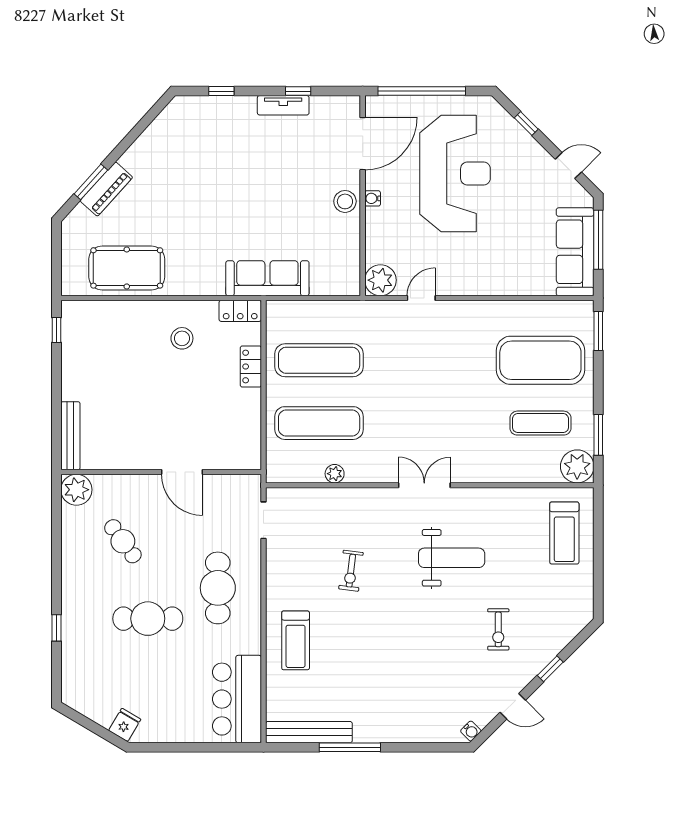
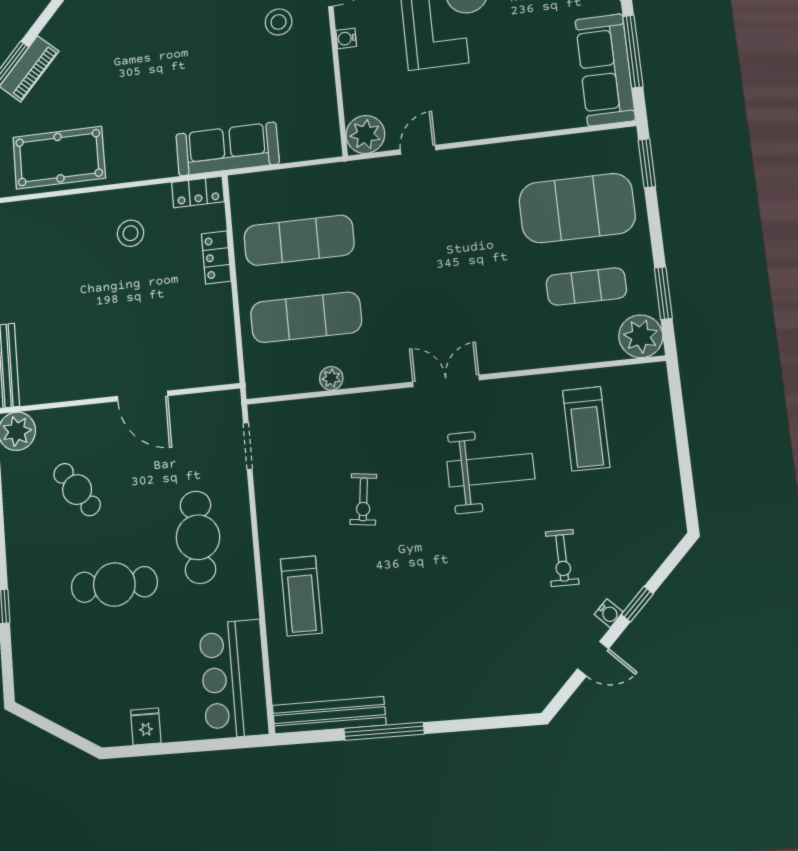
stool: (345, 201) -> (279, 22), moved
treadmill: (564, 533) -> (586, 429), moved
fridge: (125, 725) -> (146, 727), moved, turned -31
water cooler: (471, 731) -> (609, 613), moved

